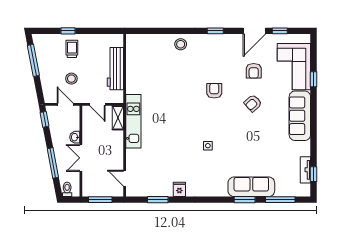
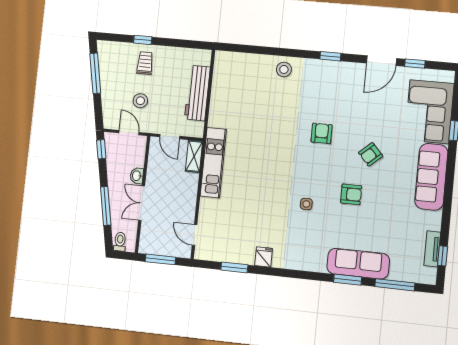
armchair: (254, 71) -> (351, 194), moved, turned -90

